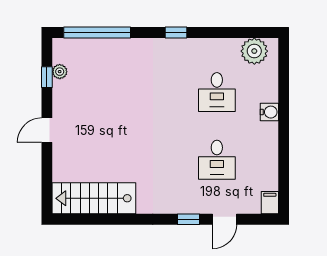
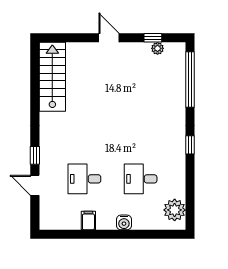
filing cabinet: (270, 203) -> (88, 220), moved, turned -90

